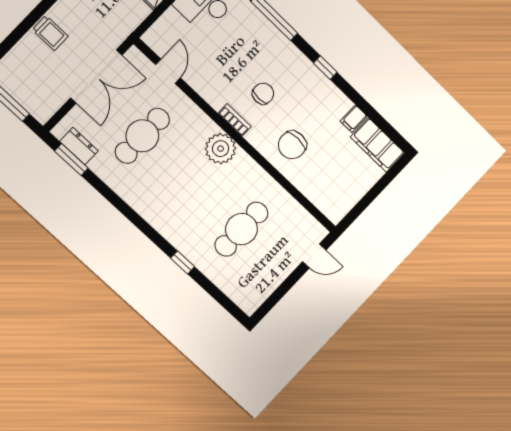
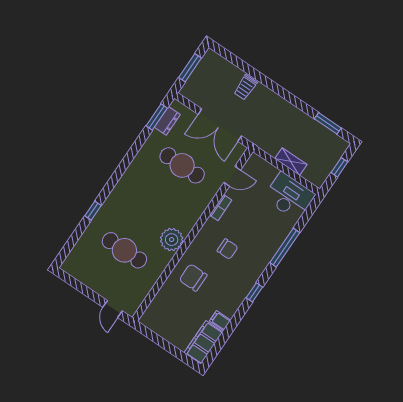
bookcase: (235, 120) -> (221, 208), moved
plant: (221, 149) -> (172, 240), moved

